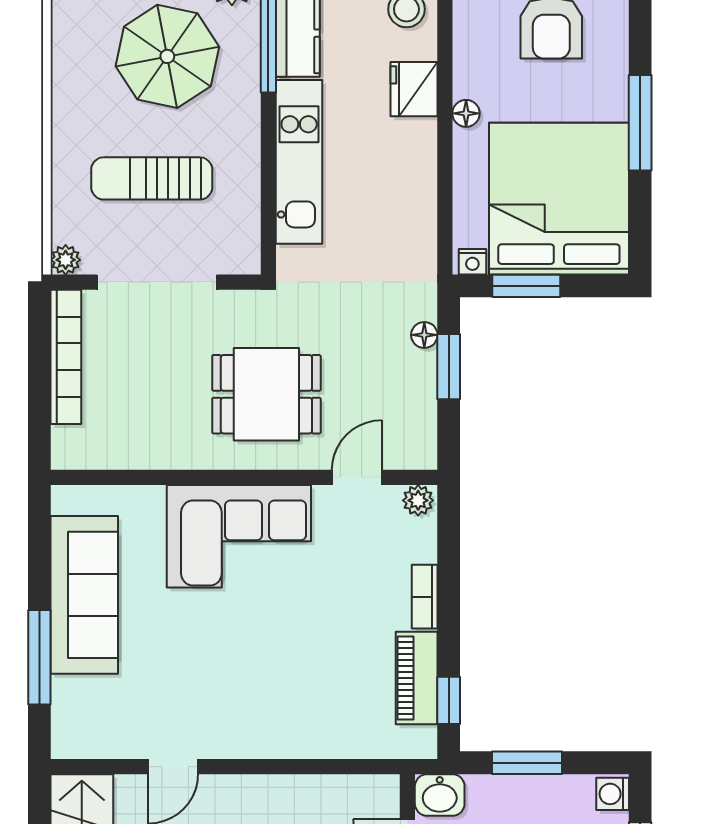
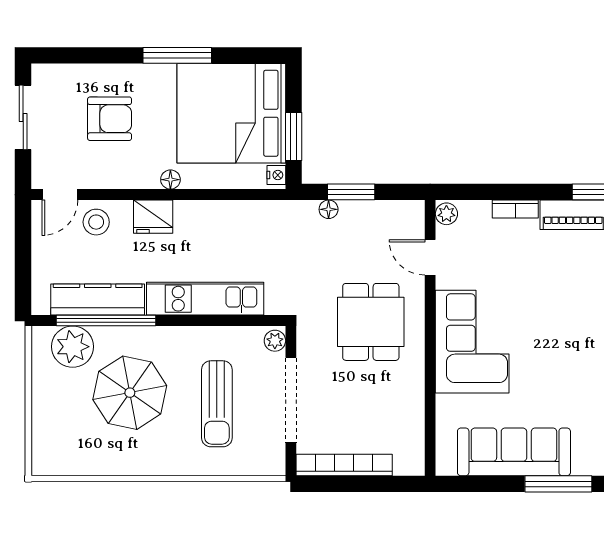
plant: (66, 260) -> (275, 341), moved

